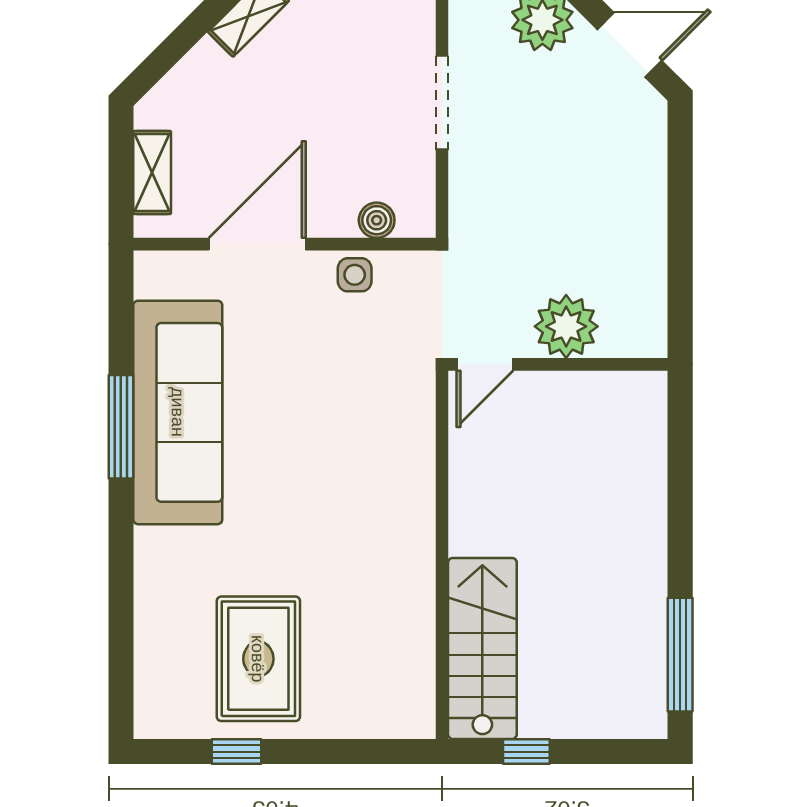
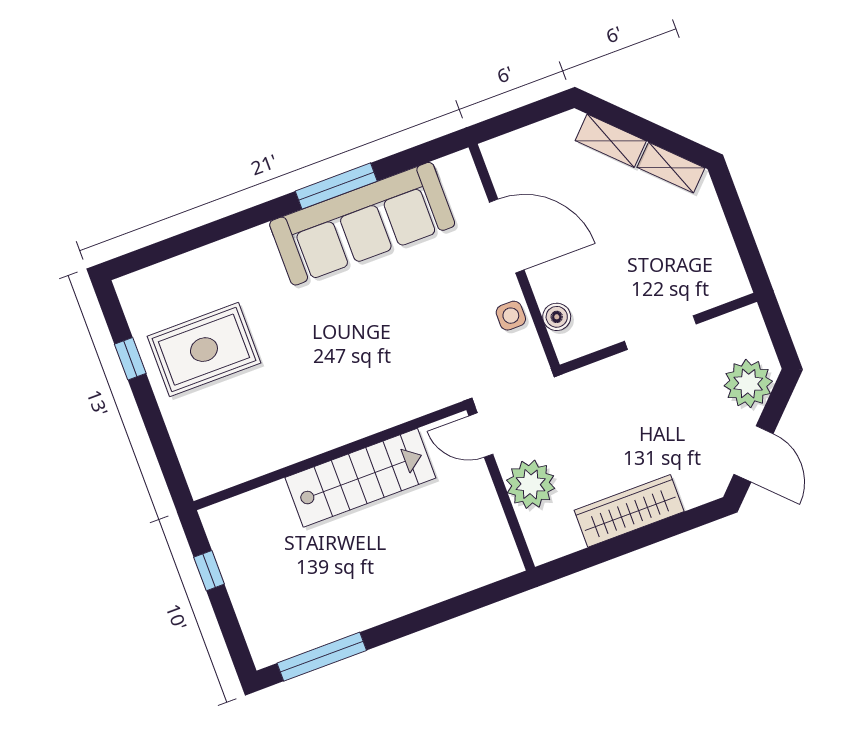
shelving: (152, 172) -> (611, 141), moved, turned 45
wardrobe: (642, 220) -> (629, 511), added
stairs: (482, 648) -> (360, 478), moved

